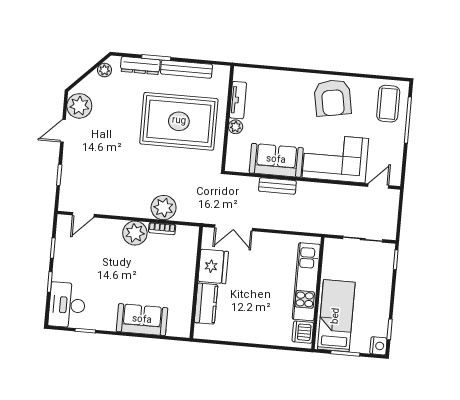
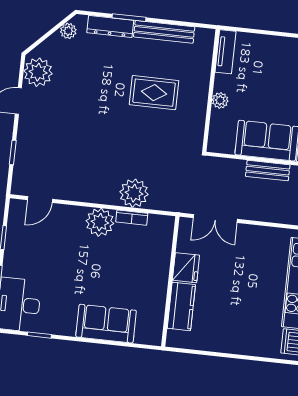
tv unit: (238, 100) -> (225, 52), moved
rug: (179, 121) -> (154, 93), width x0.54, depth x0.49
fridge: (213, 266) -> (186, 268), width x0.73, depth x0.75

